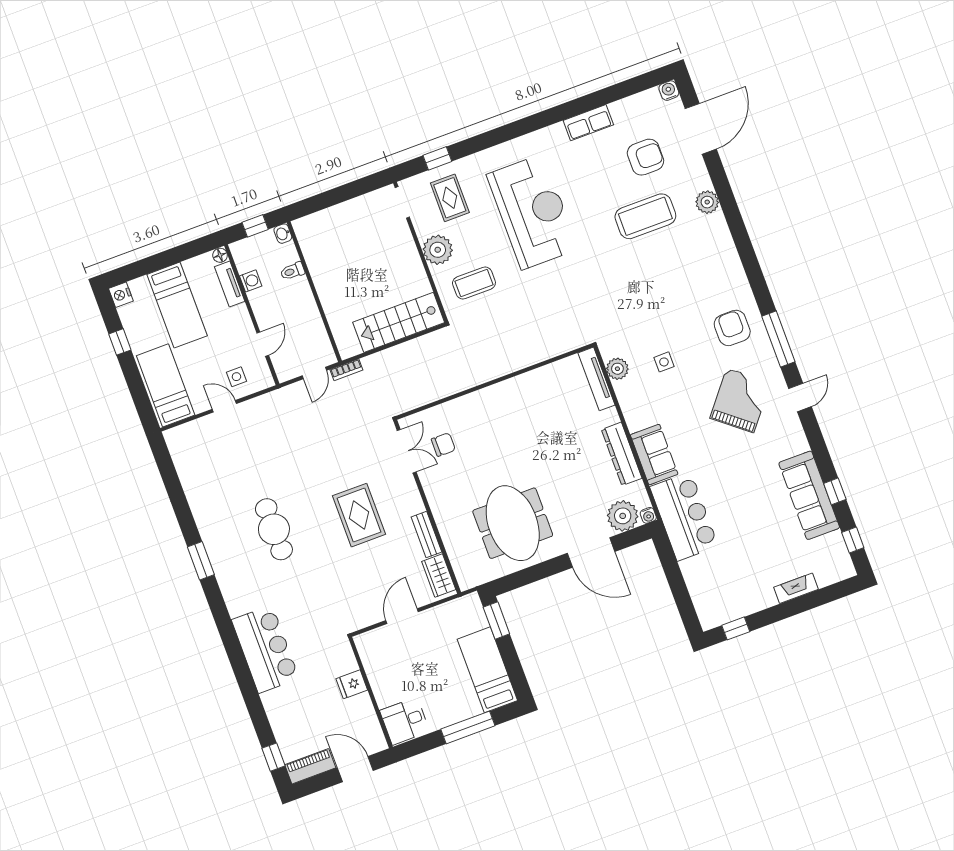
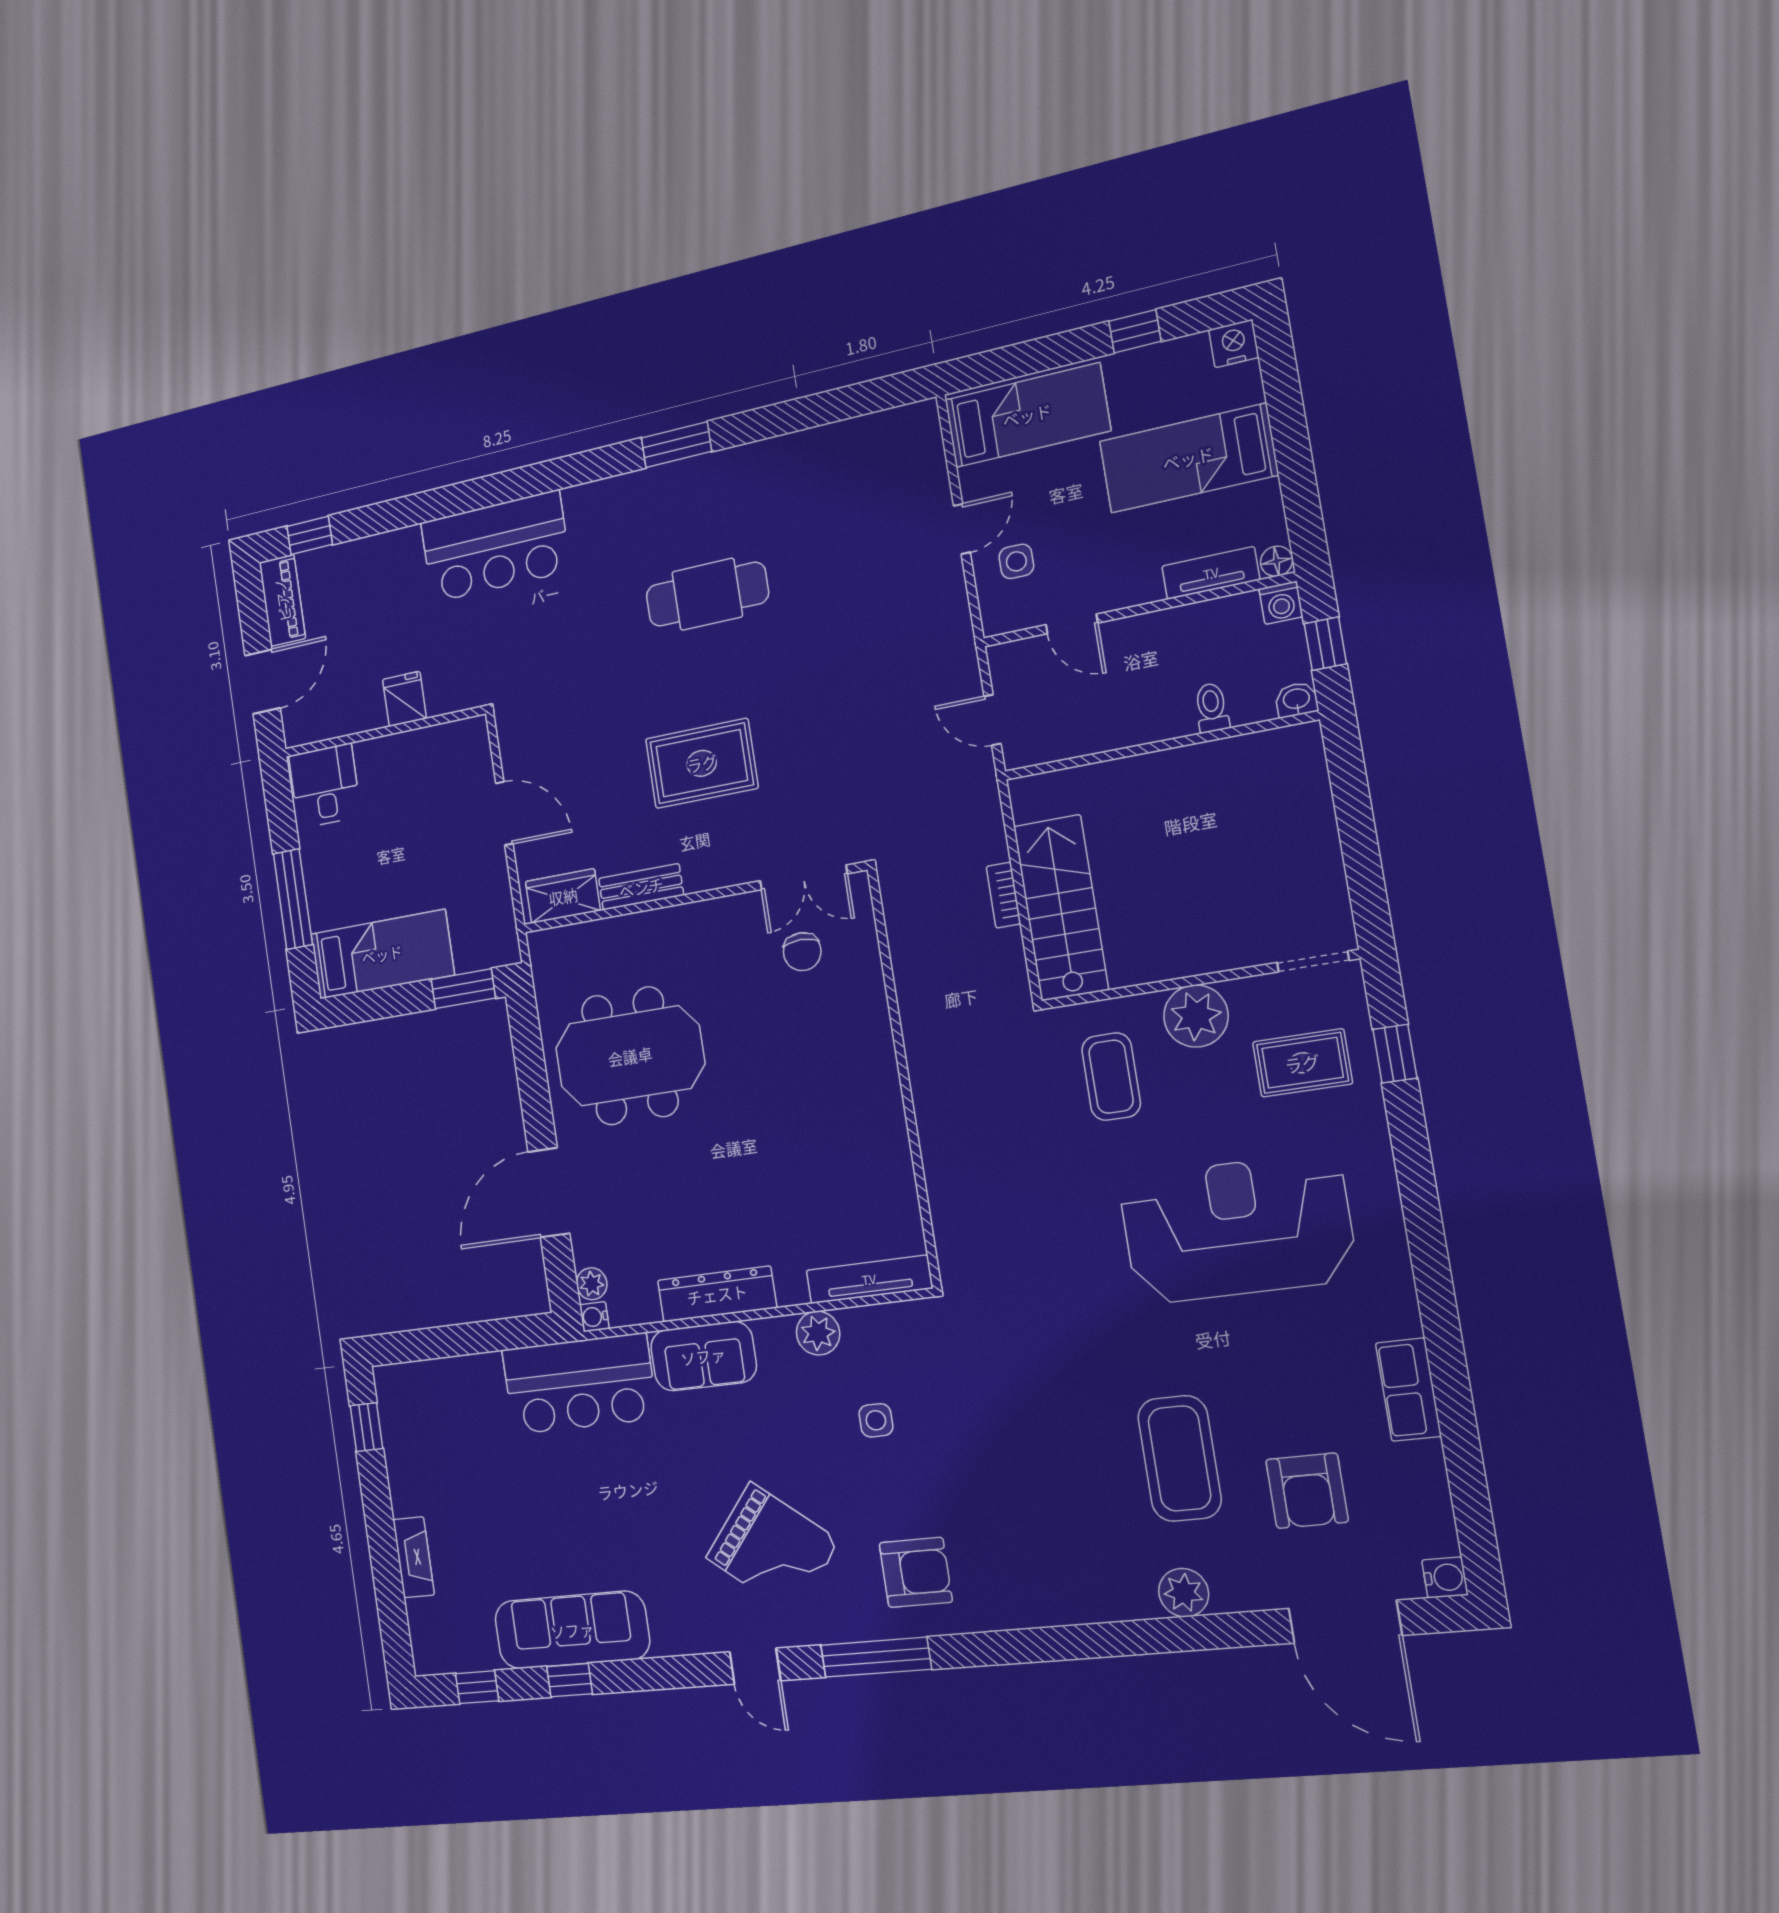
reception desk: (532, 212) -> (1237, 1228), turned 180
washing machine: (251, 281) -> (1281, 603), moved
plant: (617, 369) -> (818, 1333), moved
bookcase: (346, 370) -> (1003, 895), moved
plant: (623, 516) -> (592, 1284), width x0.53, depth x0.53

